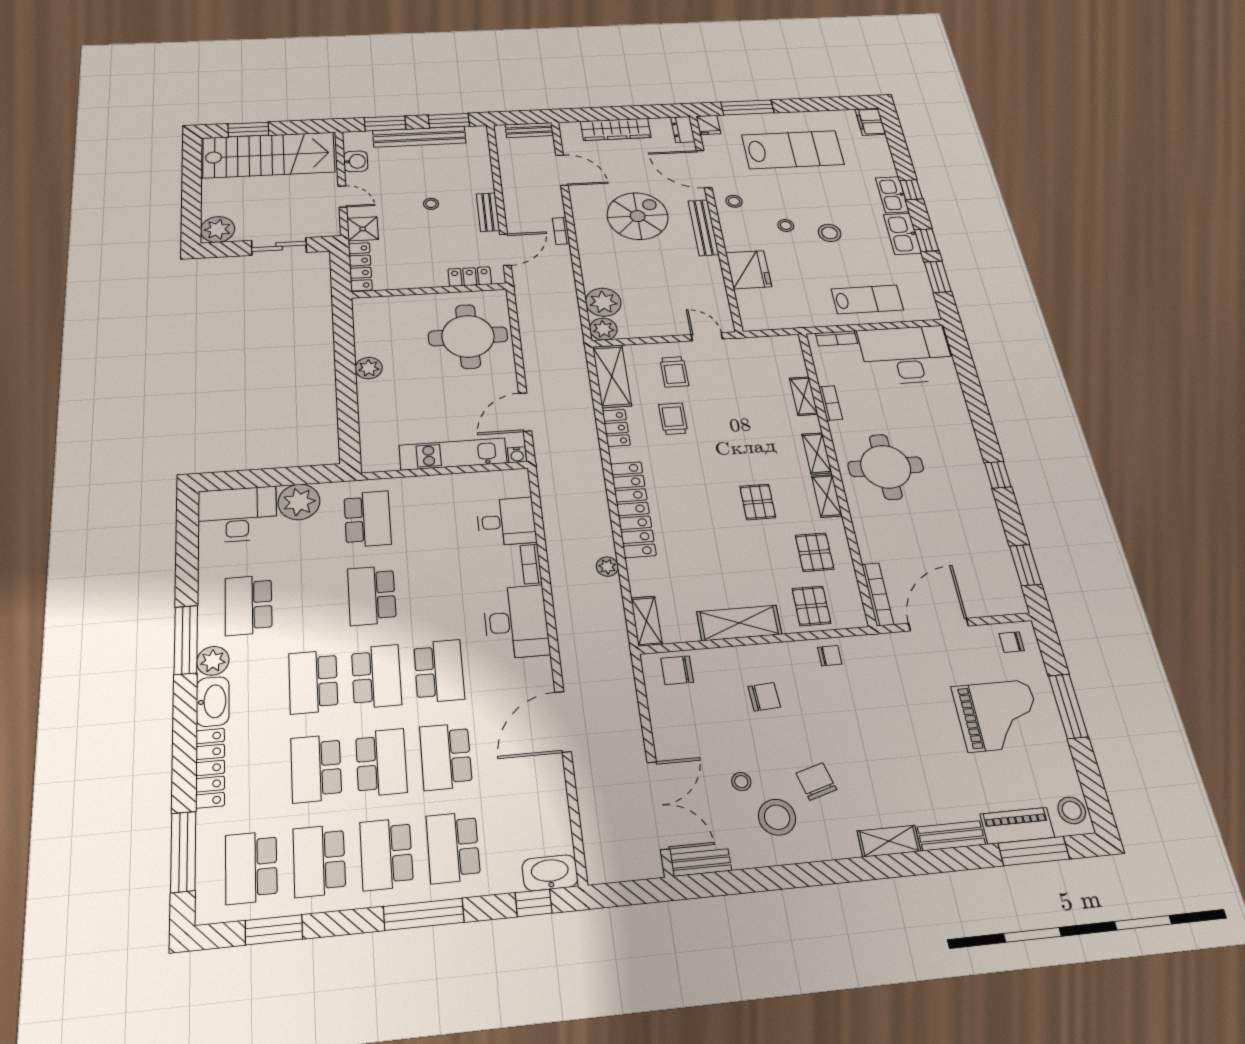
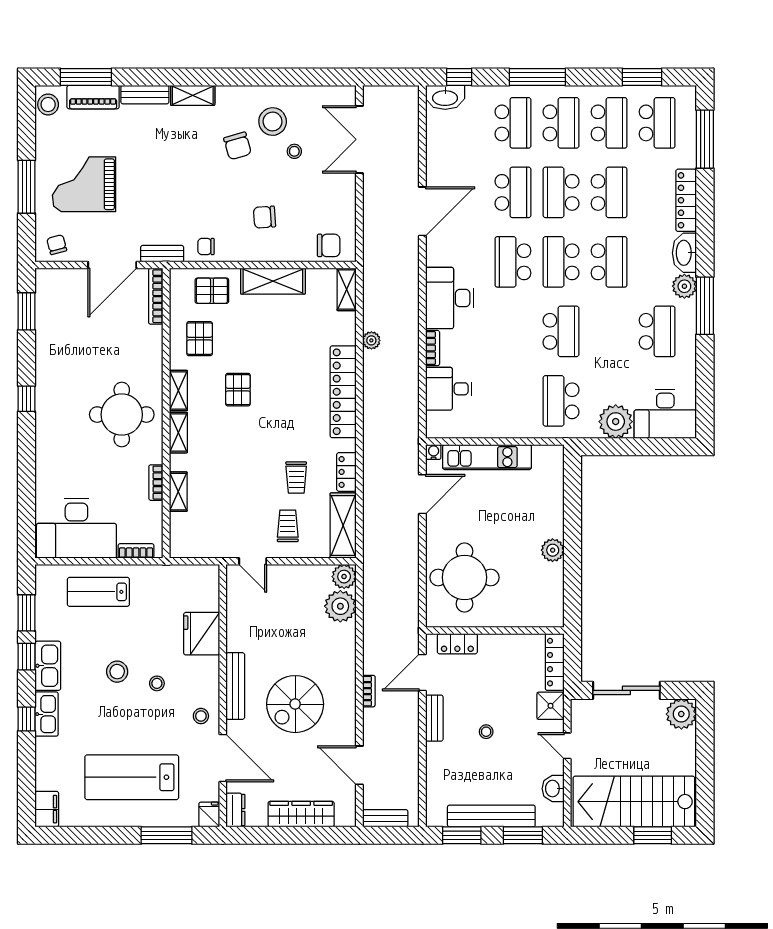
sliding door: (279, 246) -> (626, 690), width x1.37
pallet: (811, 606) -> (212, 291), turned 90
chair: (1012, 642) -> (57, 245), turned -105
bench: (701, 863) -> (162, 254), moved

